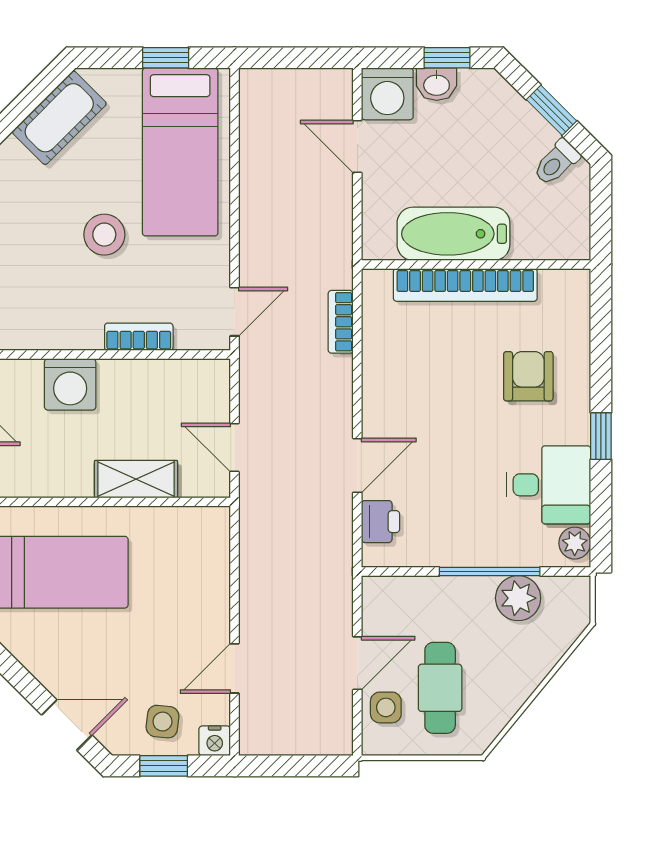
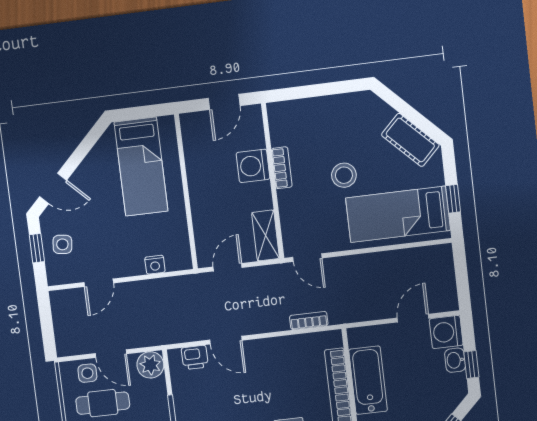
bookcase: (139, 337) -> (282, 168), moved
shelving: (136, 479) -> (266, 235), moved
plant: (384, 598) -> (150, 365), added
door: (235, 668) -> (99, 283), swing flipped
door: (67, 725) -> (53, 188), hinge flipped
nightstand: (215, 741) -> (155, 265), moved, turned -90

